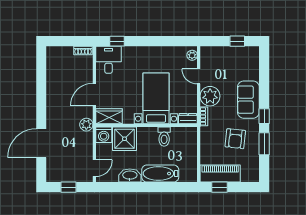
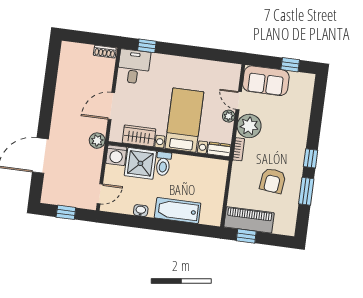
plant: (192, 55) -> (229, 116), moved
sofa: (248, 100) -> (266, 81), moved, turned -90
wardrobe: (109, 116) -> (139, 136), moved
toilet: (164, 137) -> (163, 164), moved
washbasin: (130, 175) -> (141, 211), width x0.52, depth x0.69

